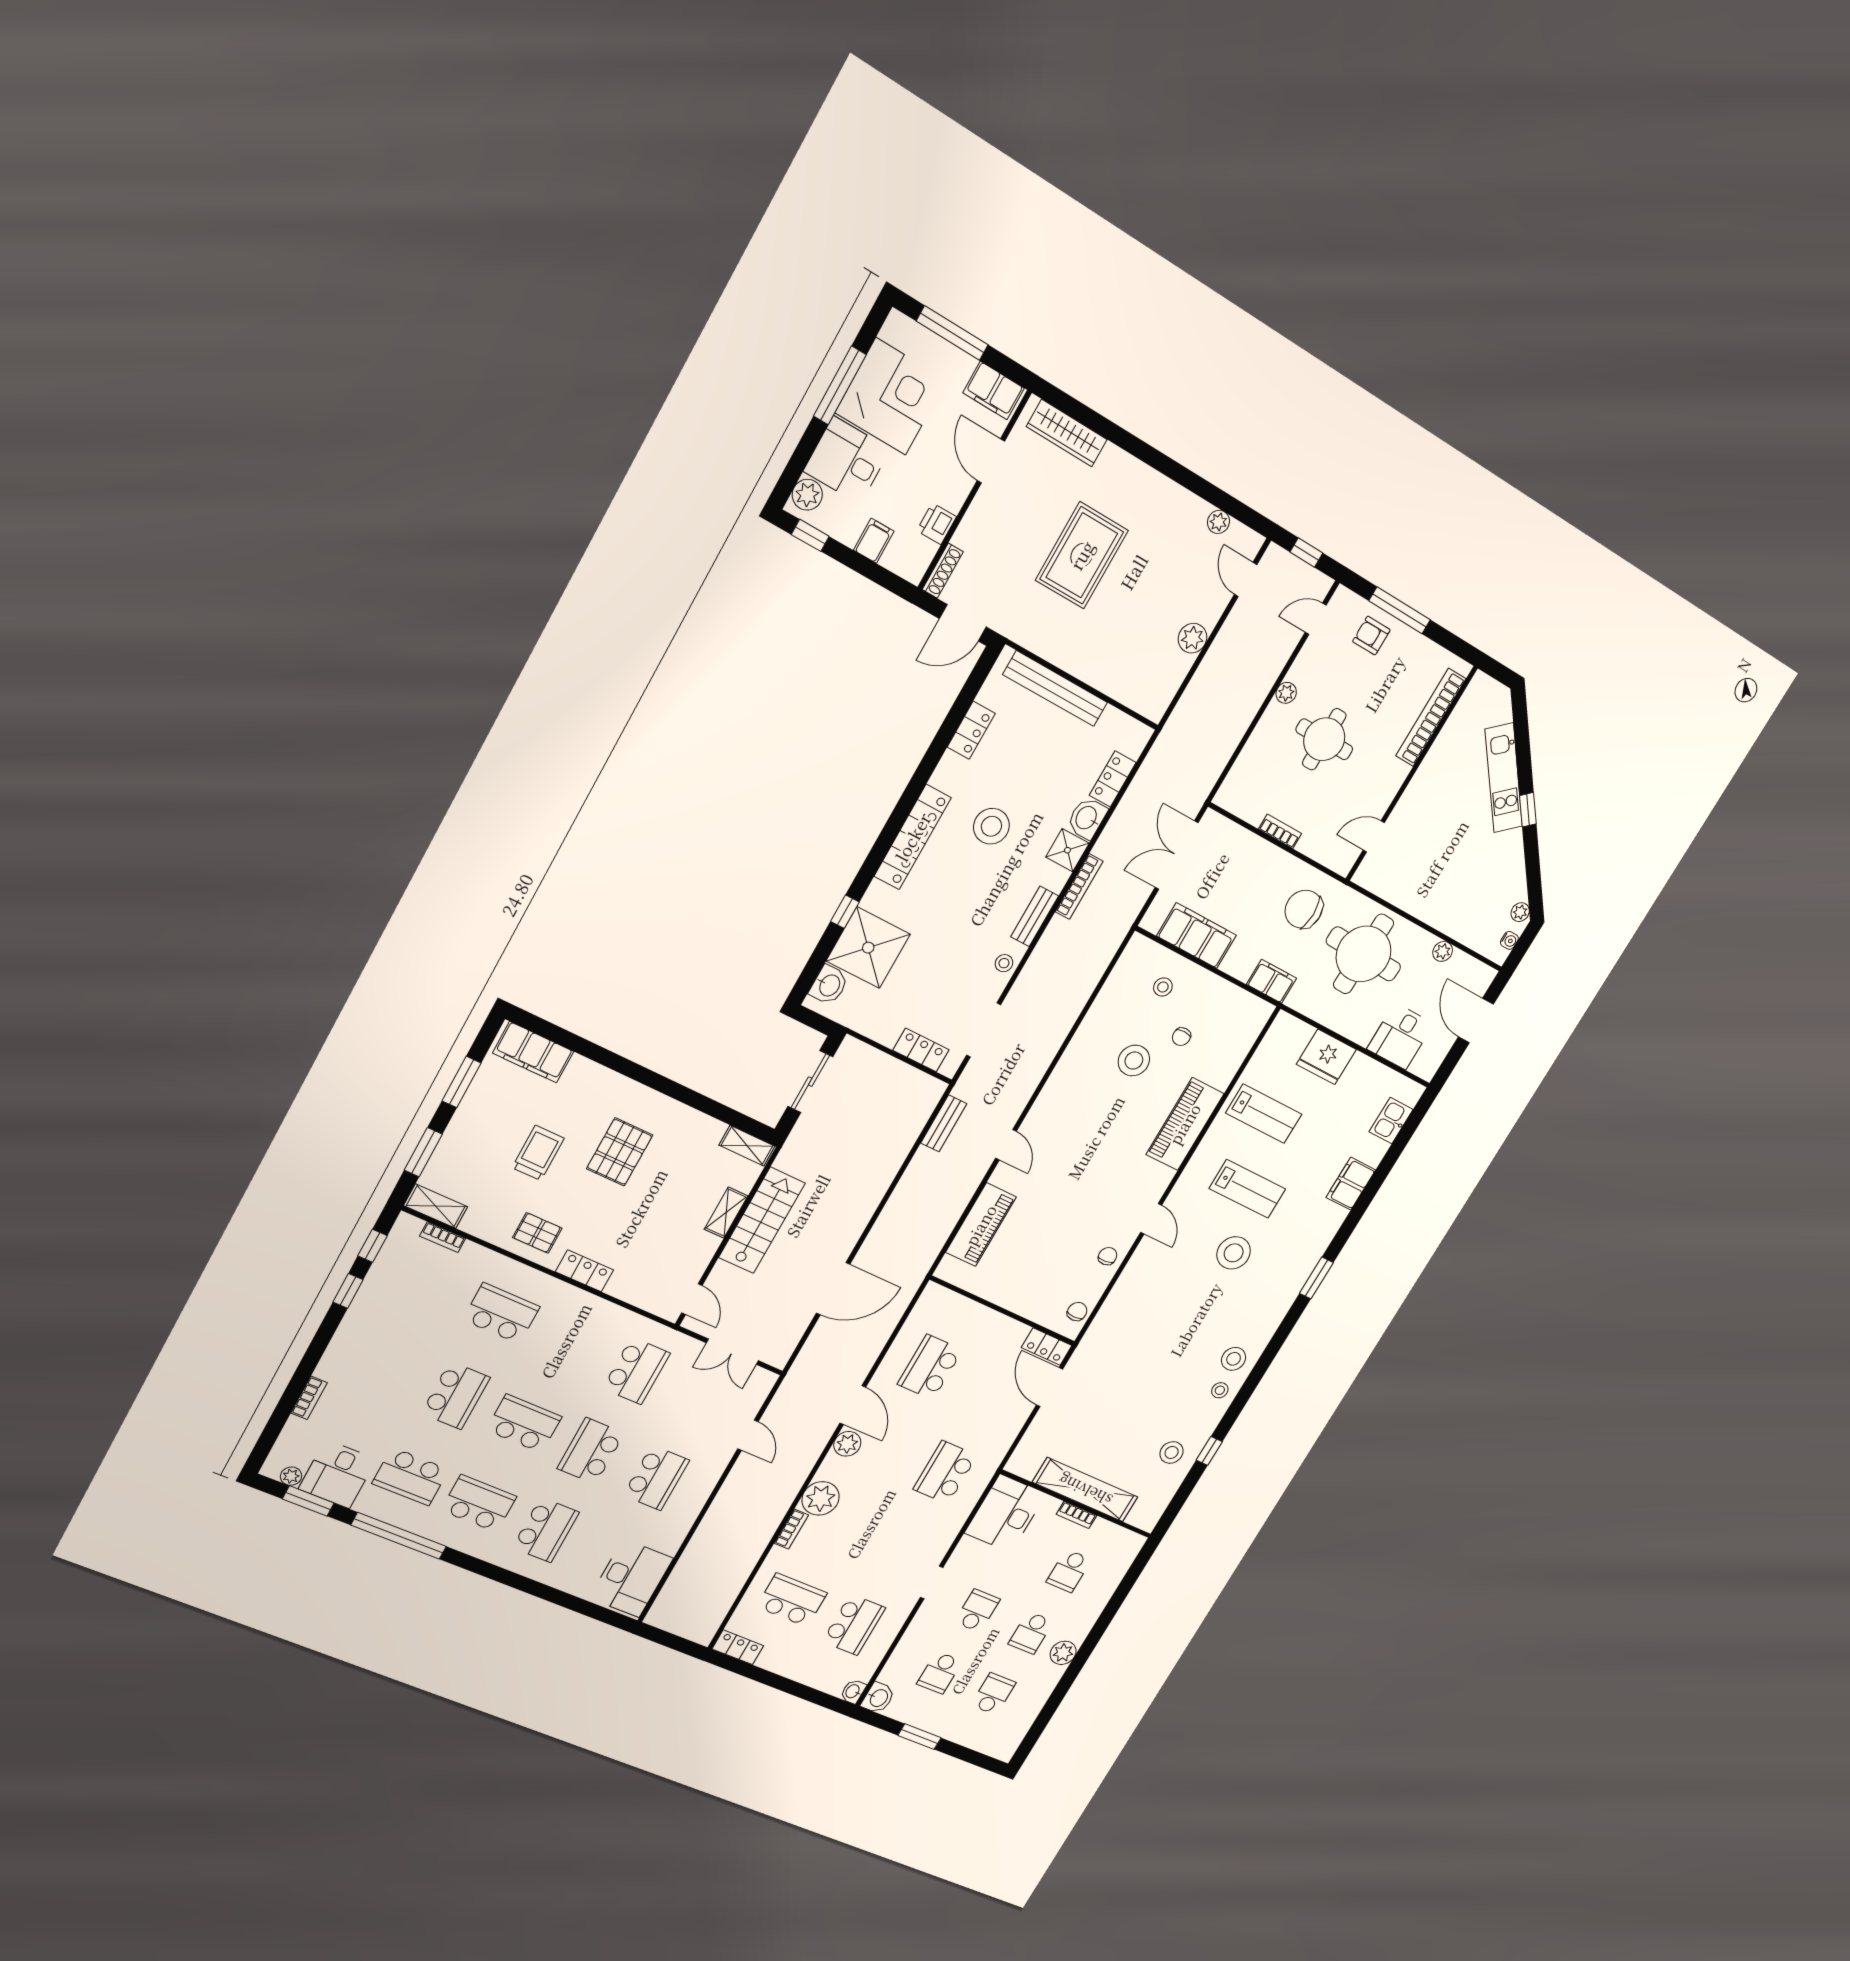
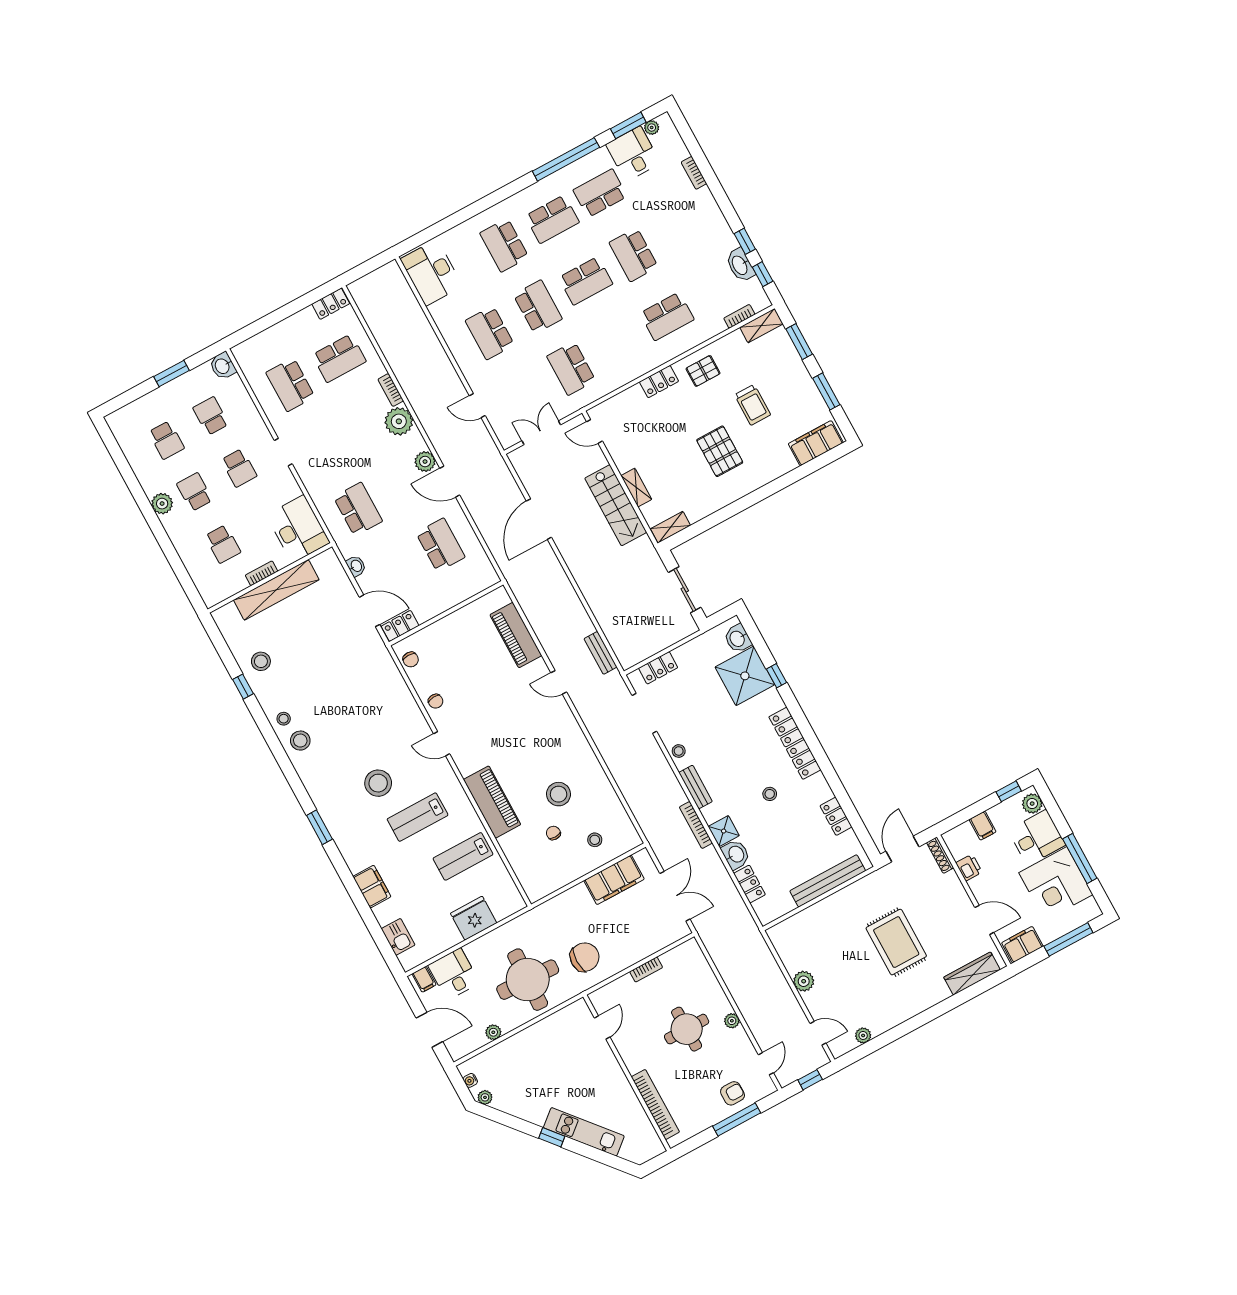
stool: (991, 826) -> (770, 794), width x0.53, depth x0.53
filing cabinet: (1272, 981) -> (424, 979), moved, width x0.50
washbasin: (380, 1277) -> (740, 265), added
school desk: (1069, 1571) -> (223, 544), turned 180
washbasin: (853, 1691) -> (356, 566), moved

